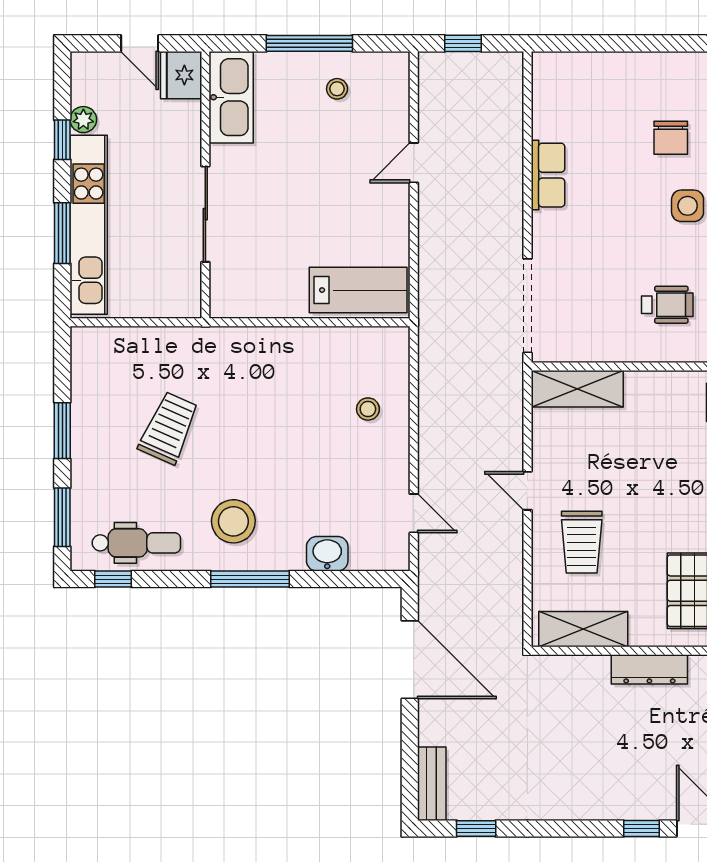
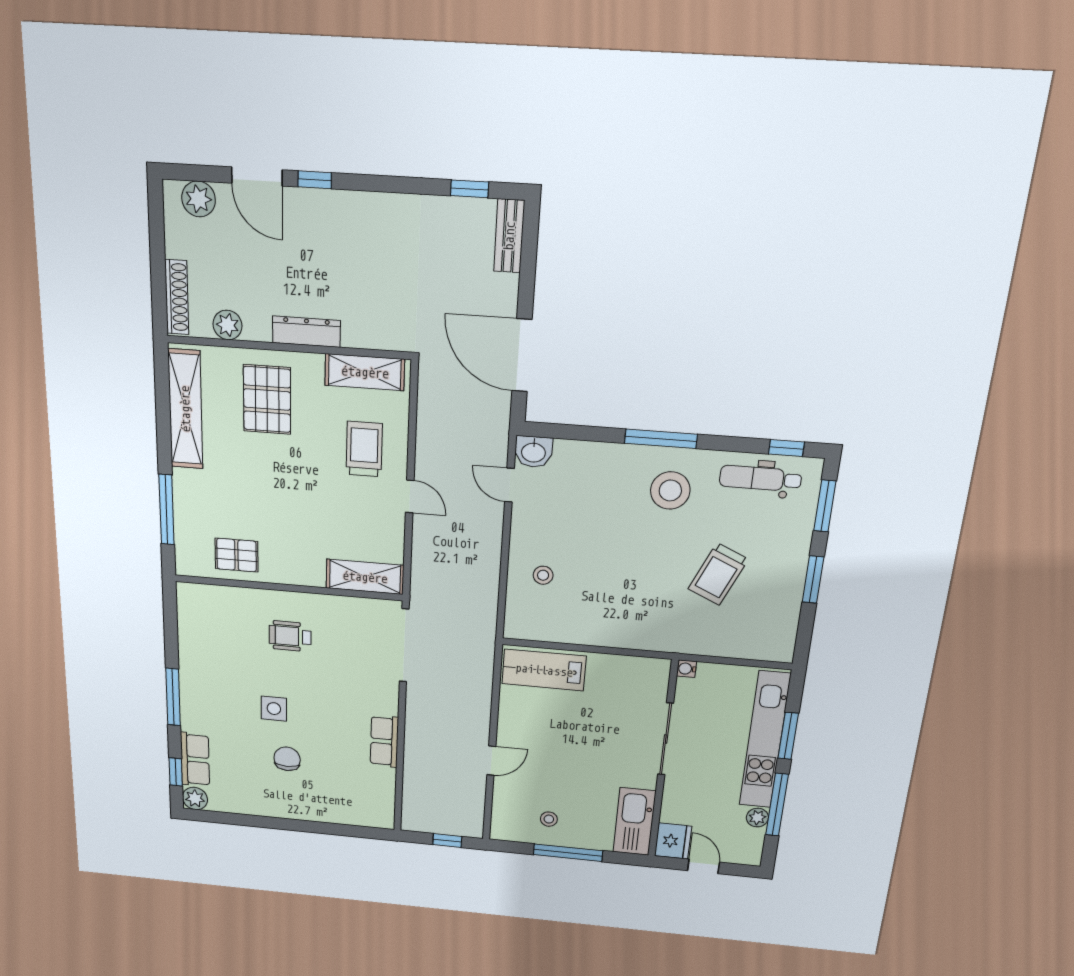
window: (62, 140) -> (777, 805), width x2.17
water cooler: (191, 308) -> (687, 669), added
washbasin: (327, 554) -> (534, 452), moved

